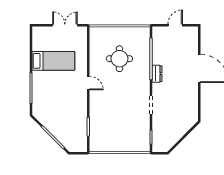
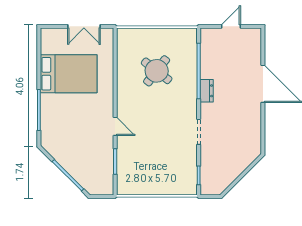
double door: (65, 25) -> (84, 26), swing flipped
round table: (119, 59) -> (157, 71), turned 38
bed: (53, 61) -> (69, 74), width x1.50
door: (88, 83) -> (115, 126), moved

